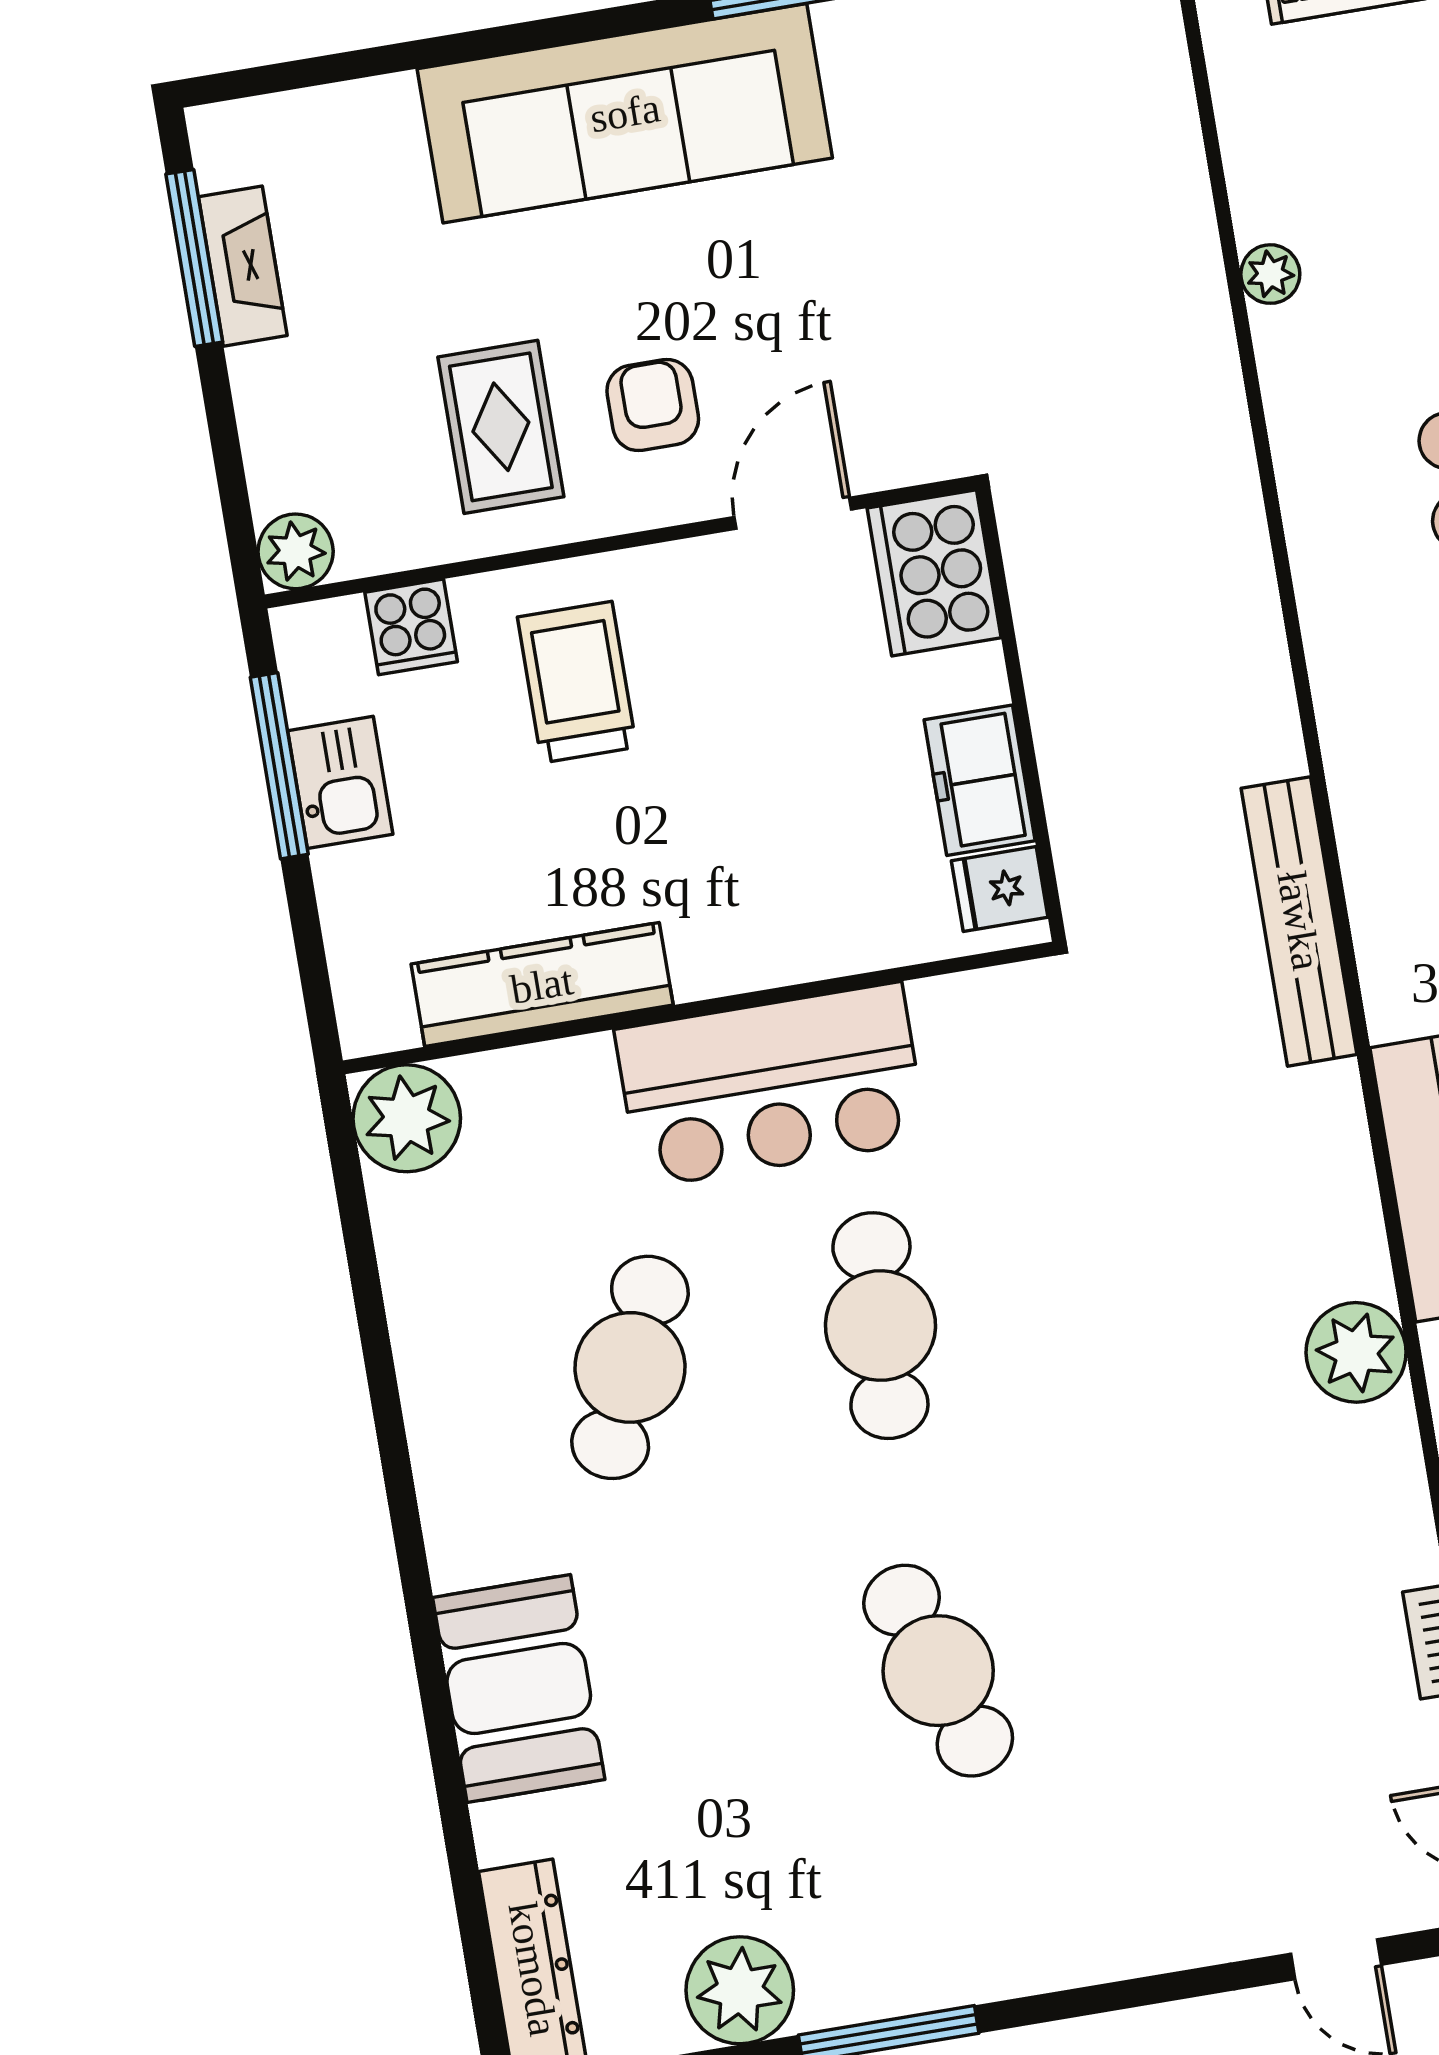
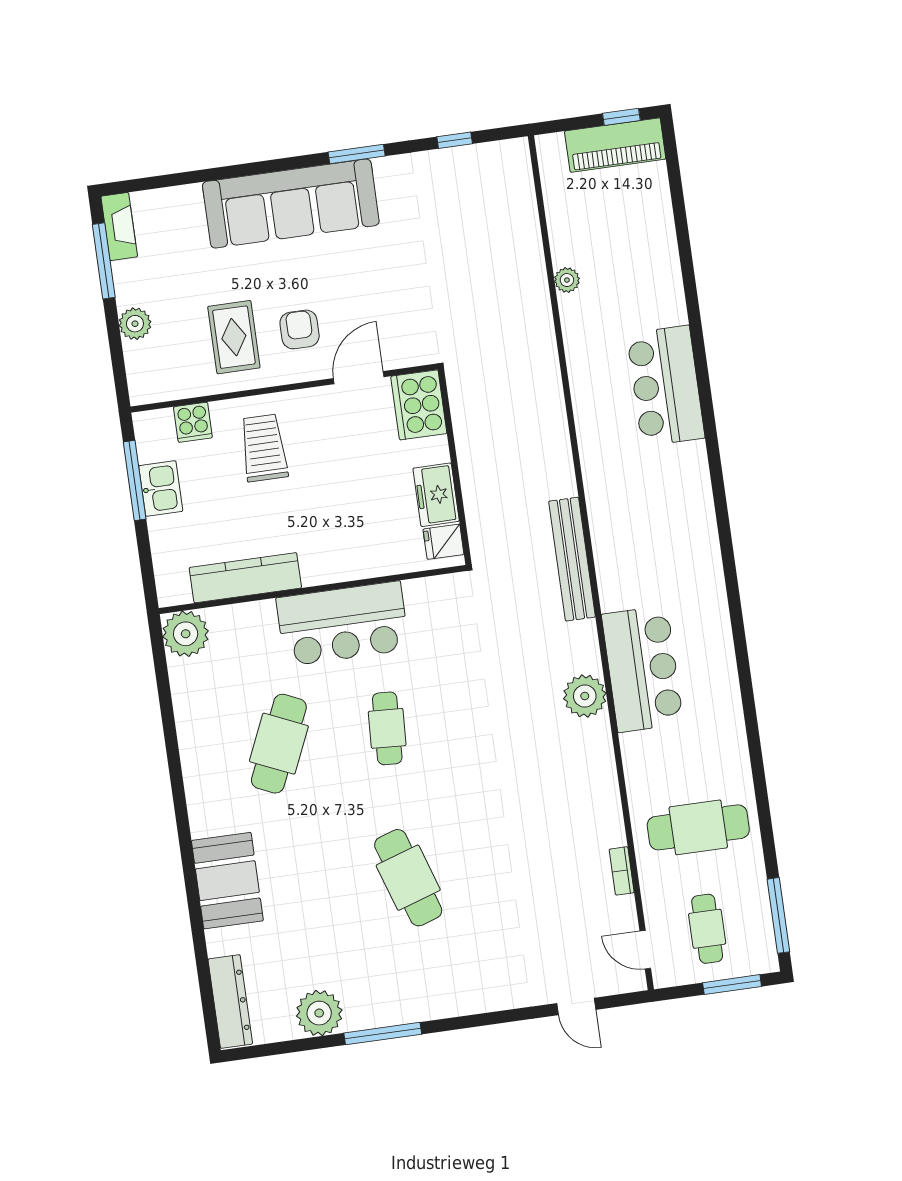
fireplace: (243, 266) -> (119, 227), moved
plant: (296, 551) -> (135, 324), moved
cafe table: (880, 1326) -> (387, 728), width x0.73, depth x0.74
plant: (1356, 1352) -> (585, 696), moved

